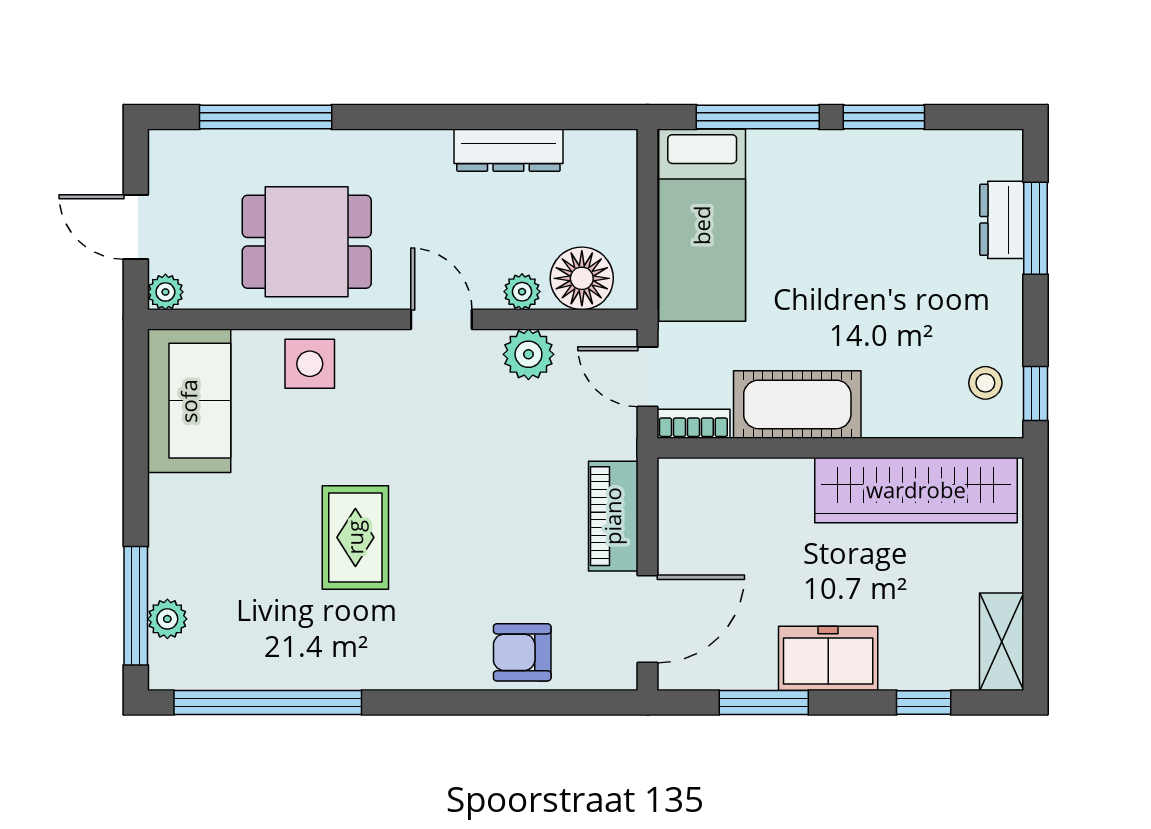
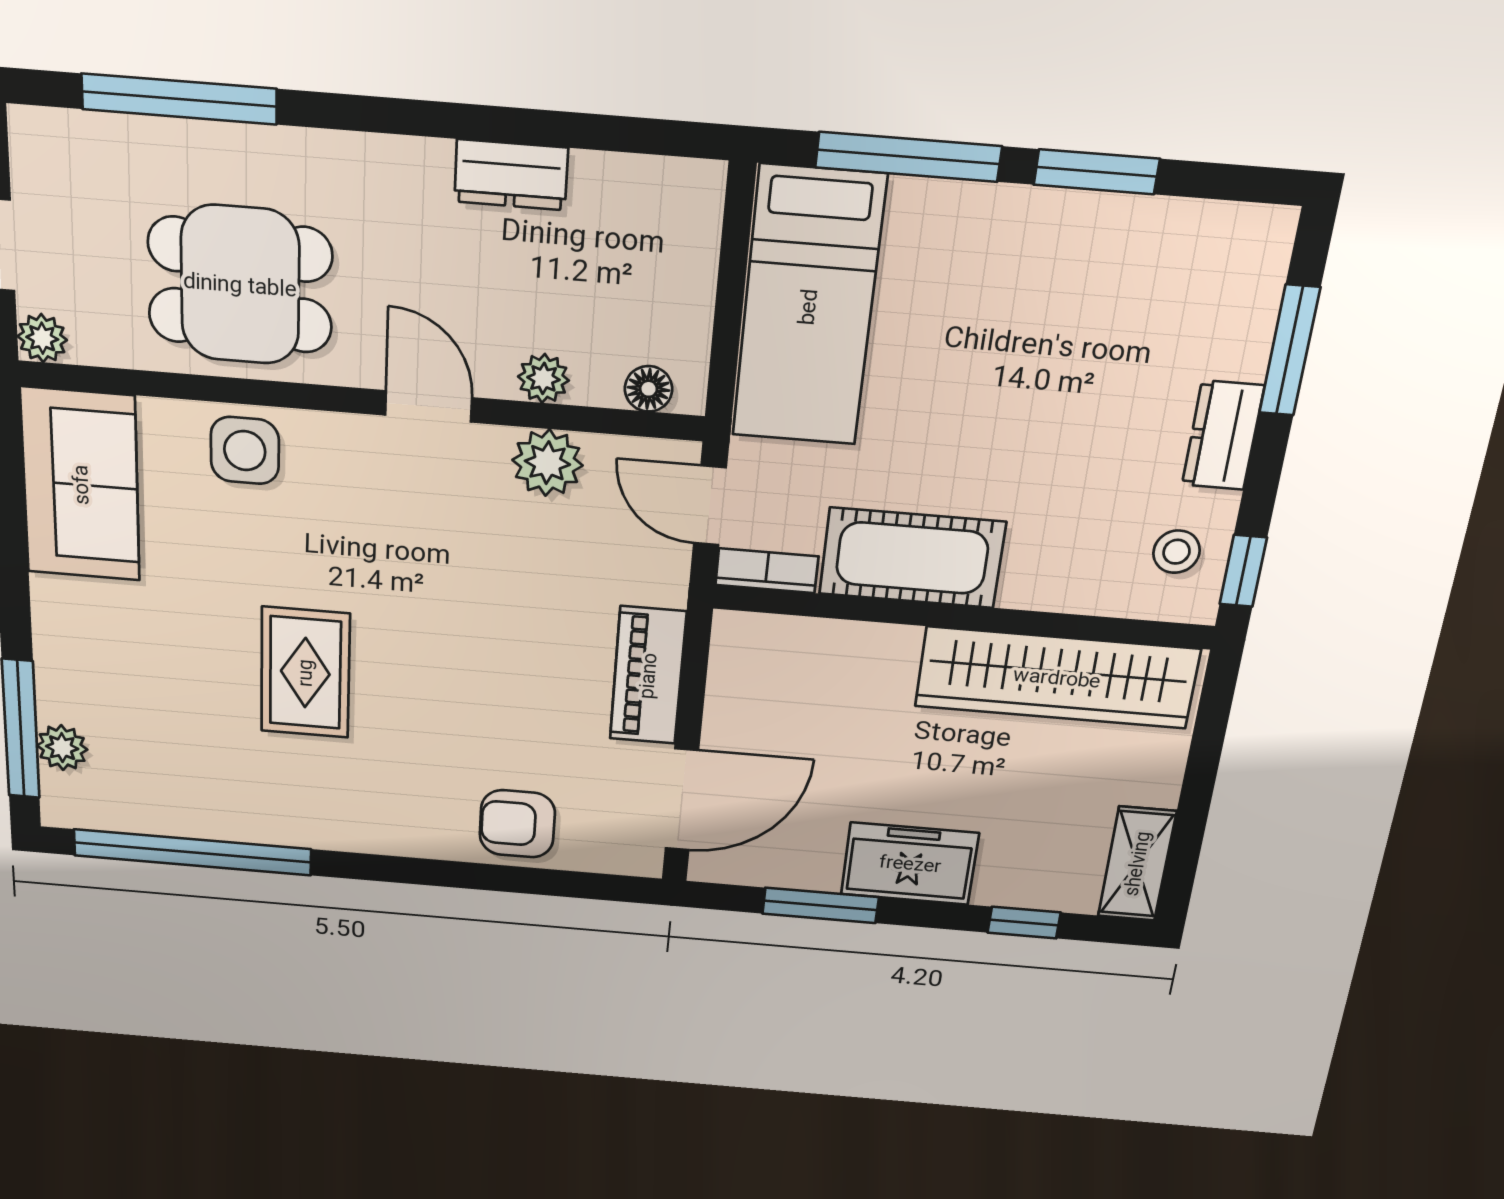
dresser: (508, 150) -> (511, 175), width x0.70
dresser: (1002, 220) -> (1223, 435), moved
floor lamp: (582, 278) -> (649, 389), width x0.53, depth x0.53

